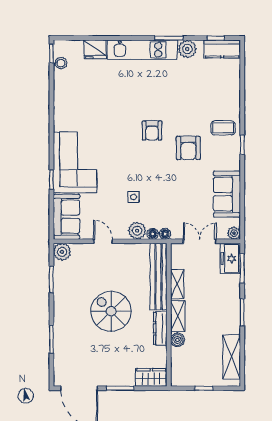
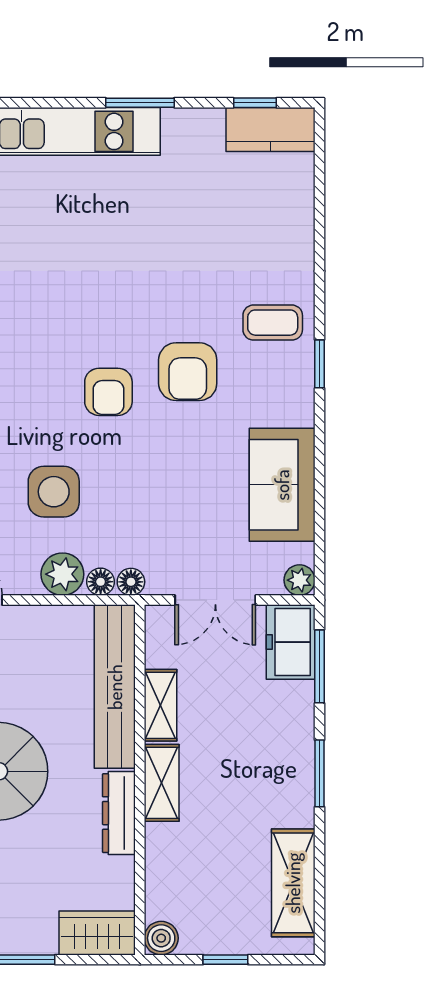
plant: (187, 49) -> (185, 129), removed
armchair: (152, 131) -> (108, 392), moved
side table: (134, 197) -> (54, 492), width x1.87, depth x1.87
double door: (200, 241) -> (215, 600), swing flipped
boiler: (177, 340) -> (161, 938), moved

